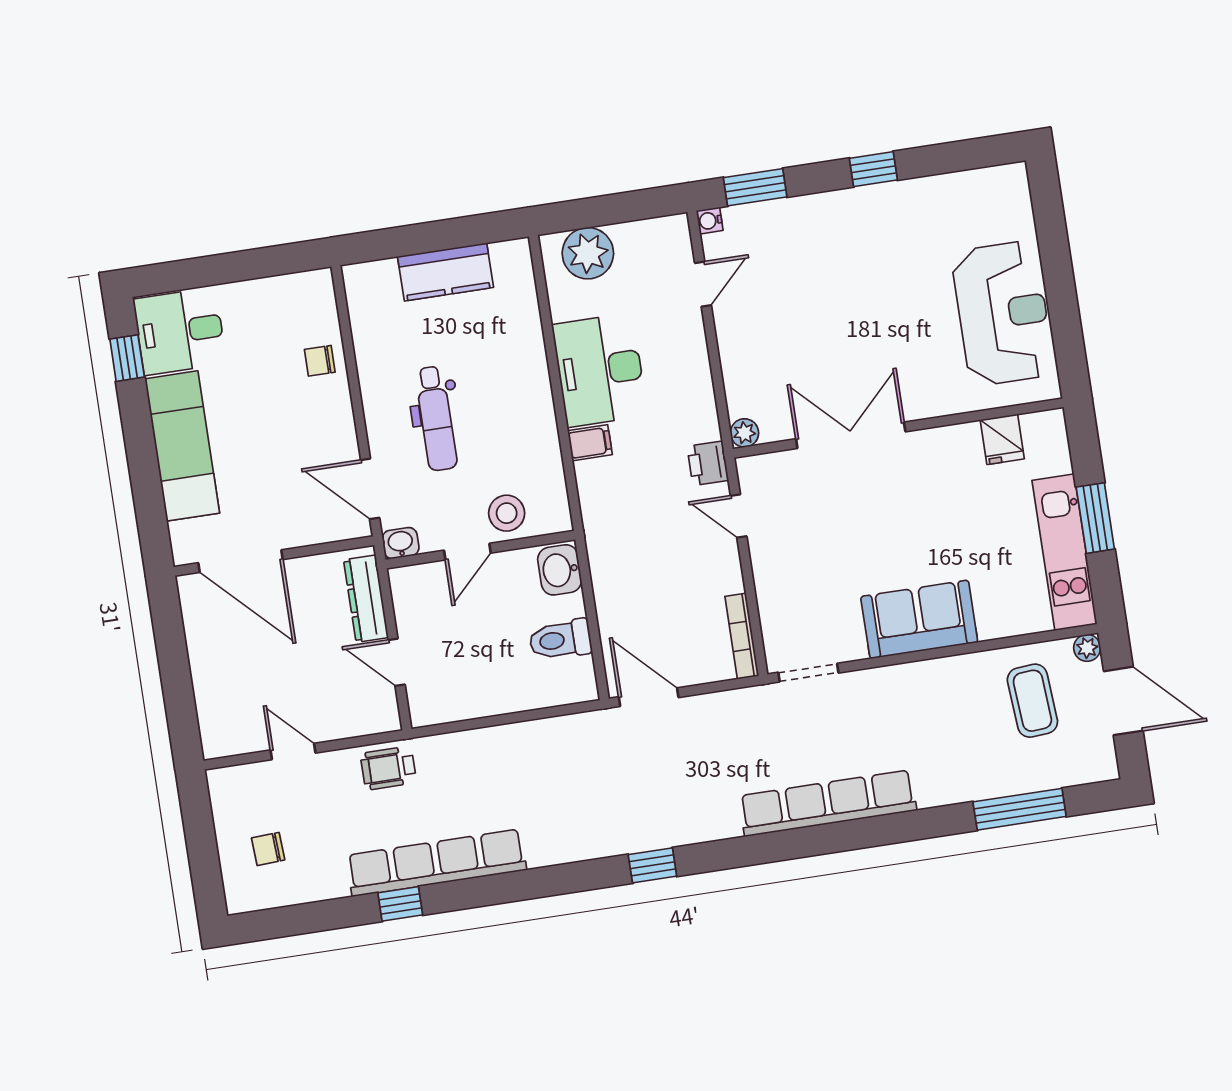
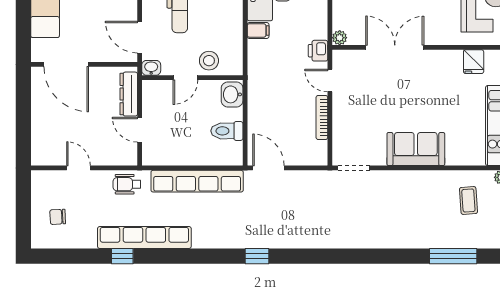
bookcase: (742, 636) -> (322, 117), moved
coffee table: (1032, 701) -> (468, 200), width x0.73, depth x0.77
row of seats: (828, 803) -> (197, 181), moved, turned 180

